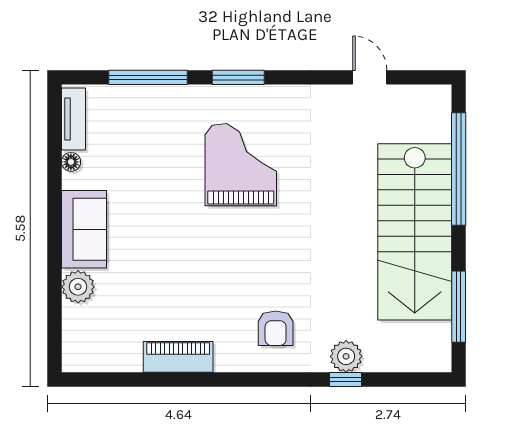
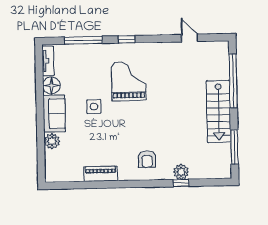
window: (238, 77) -> (127, 39), width x0.67
floor lamp: (71, 162) -> (51, 85), width x1.89, depth x1.89
side table: (167, 216) -> (94, 107), added
stairs: (415, 232) -> (219, 111), width x0.73, depth x0.66

